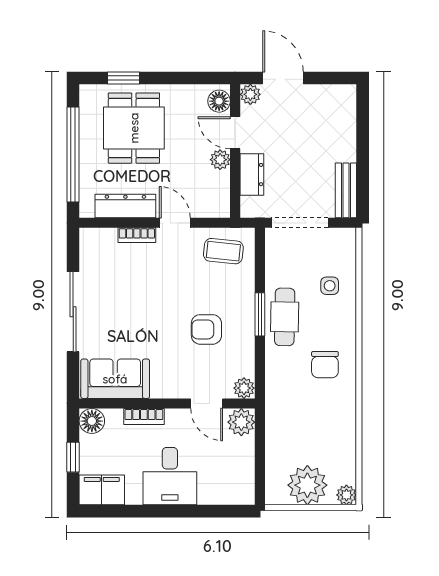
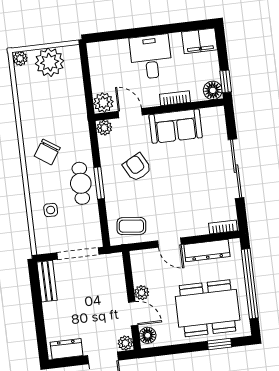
dining table: (134, 128) -> (208, 308), width x1.38
dresser: (252, 175) -> (67, 349), moved, turned 90
bookcase: (137, 235) -> (223, 227), moved
armchair: (206, 329) -> (137, 167), turned -118
chair: (325, 365) -> (47, 152), turned -146
sofa: (115, 379) -> (176, 126), moved
window: (73, 457) -> (226, 81), moved

